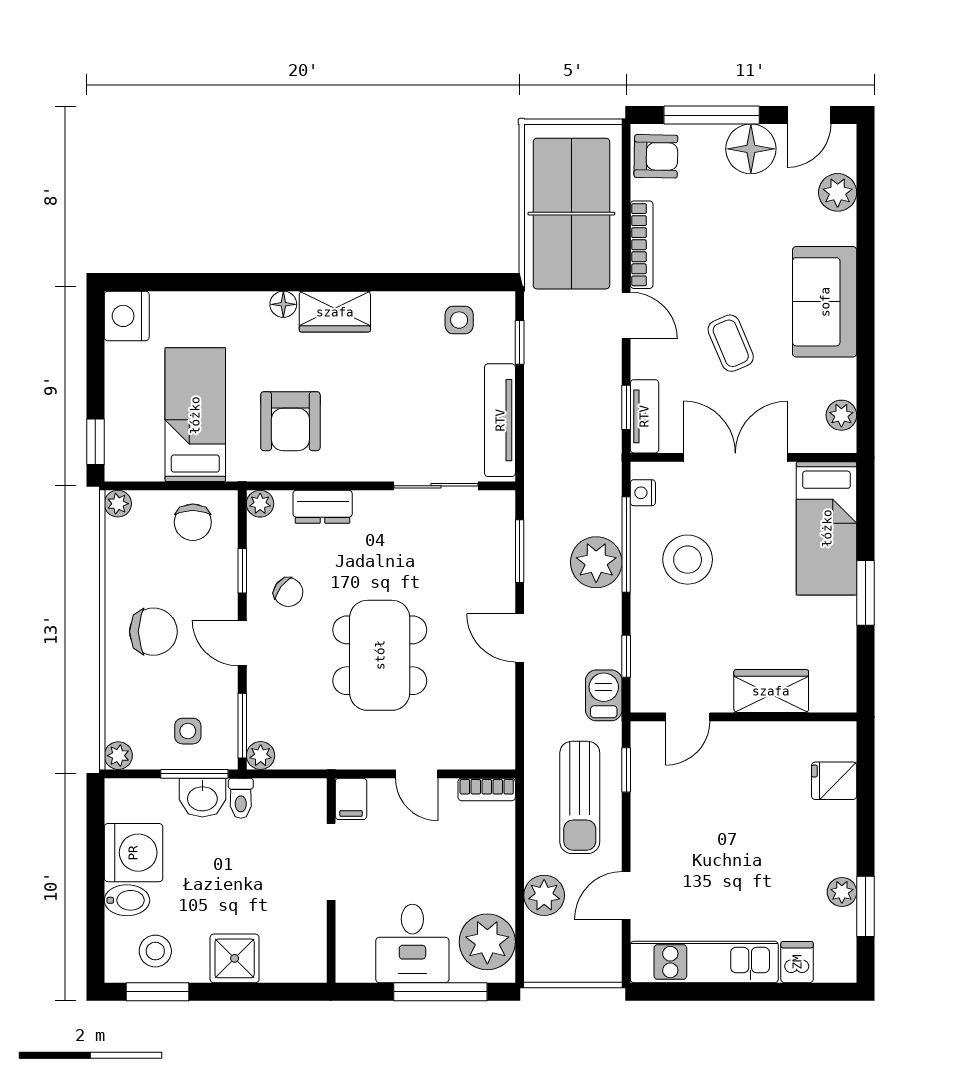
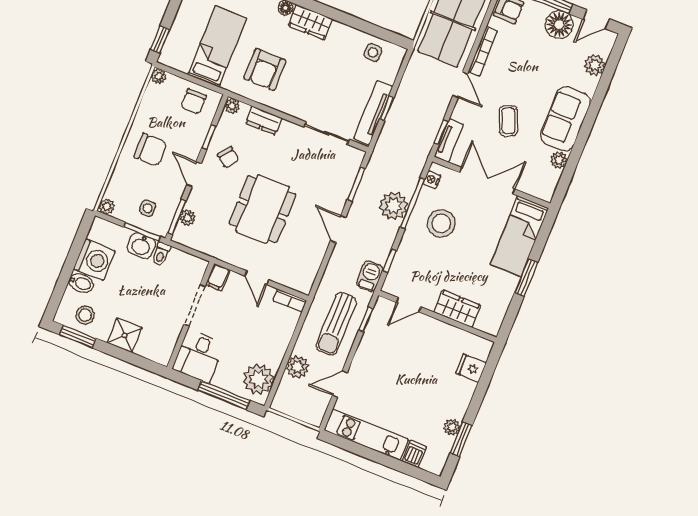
window: (520, 342) -> (387, 108), moved
plant: (841, 415) -> (559, 160), moved
plant: (261, 755) -> (187, 218), moved
desk: (412, 943) -> (199, 356), moved

